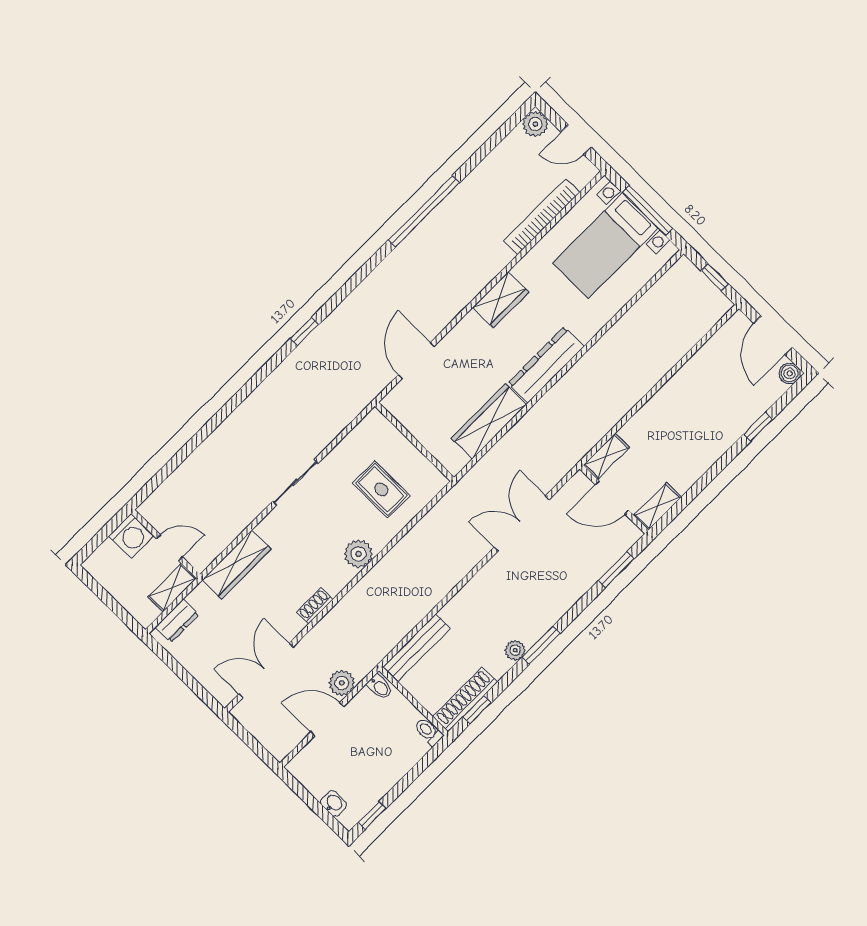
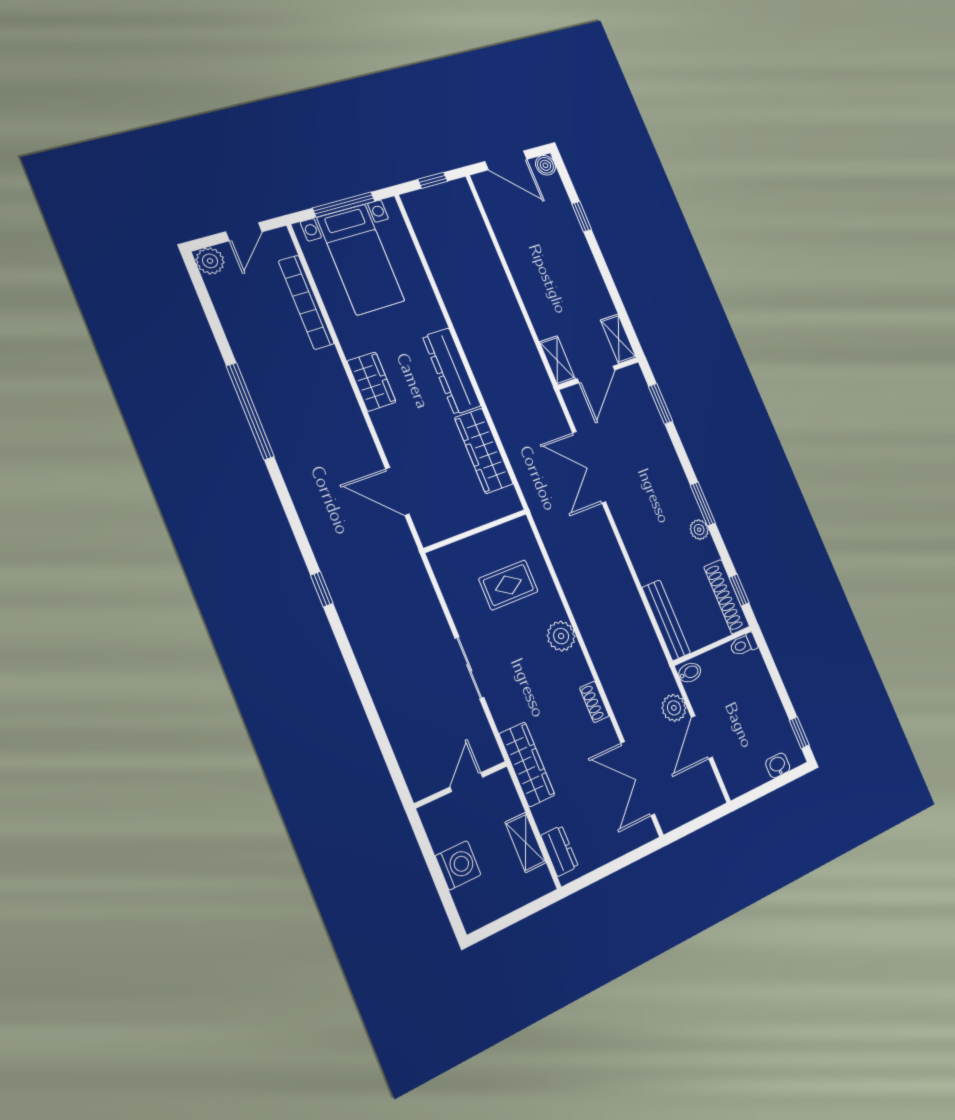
wall: (166, 544) -> (461, 785), moved
door: (169, 548) -> (466, 782), moved

